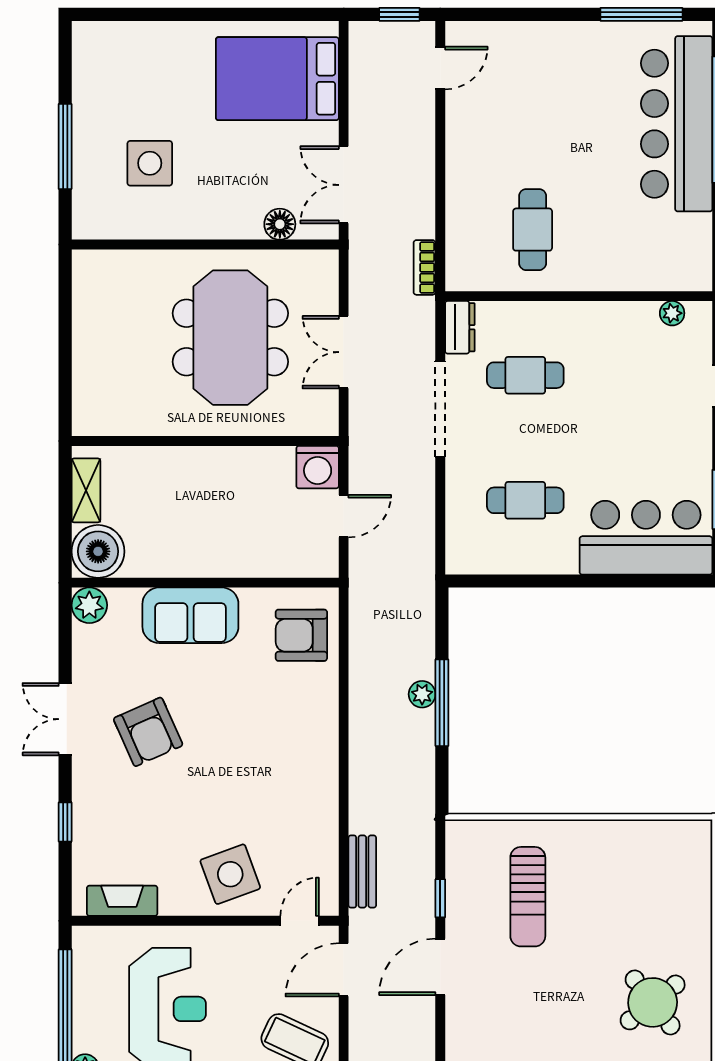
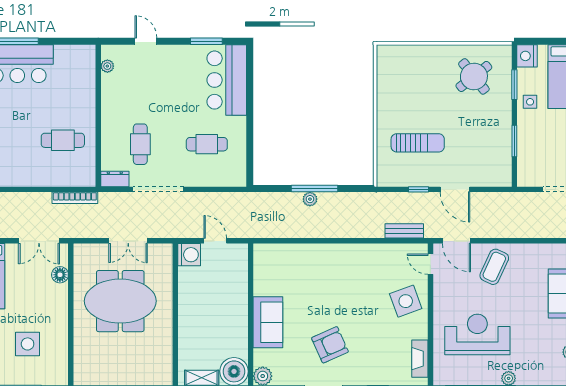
bookcase: (425, 267) -> (75, 198), width x1.56
cafe table: (525, 500) -> (207, 144), turned 90
armchair: (301, 635) -> (279, 263), removed

